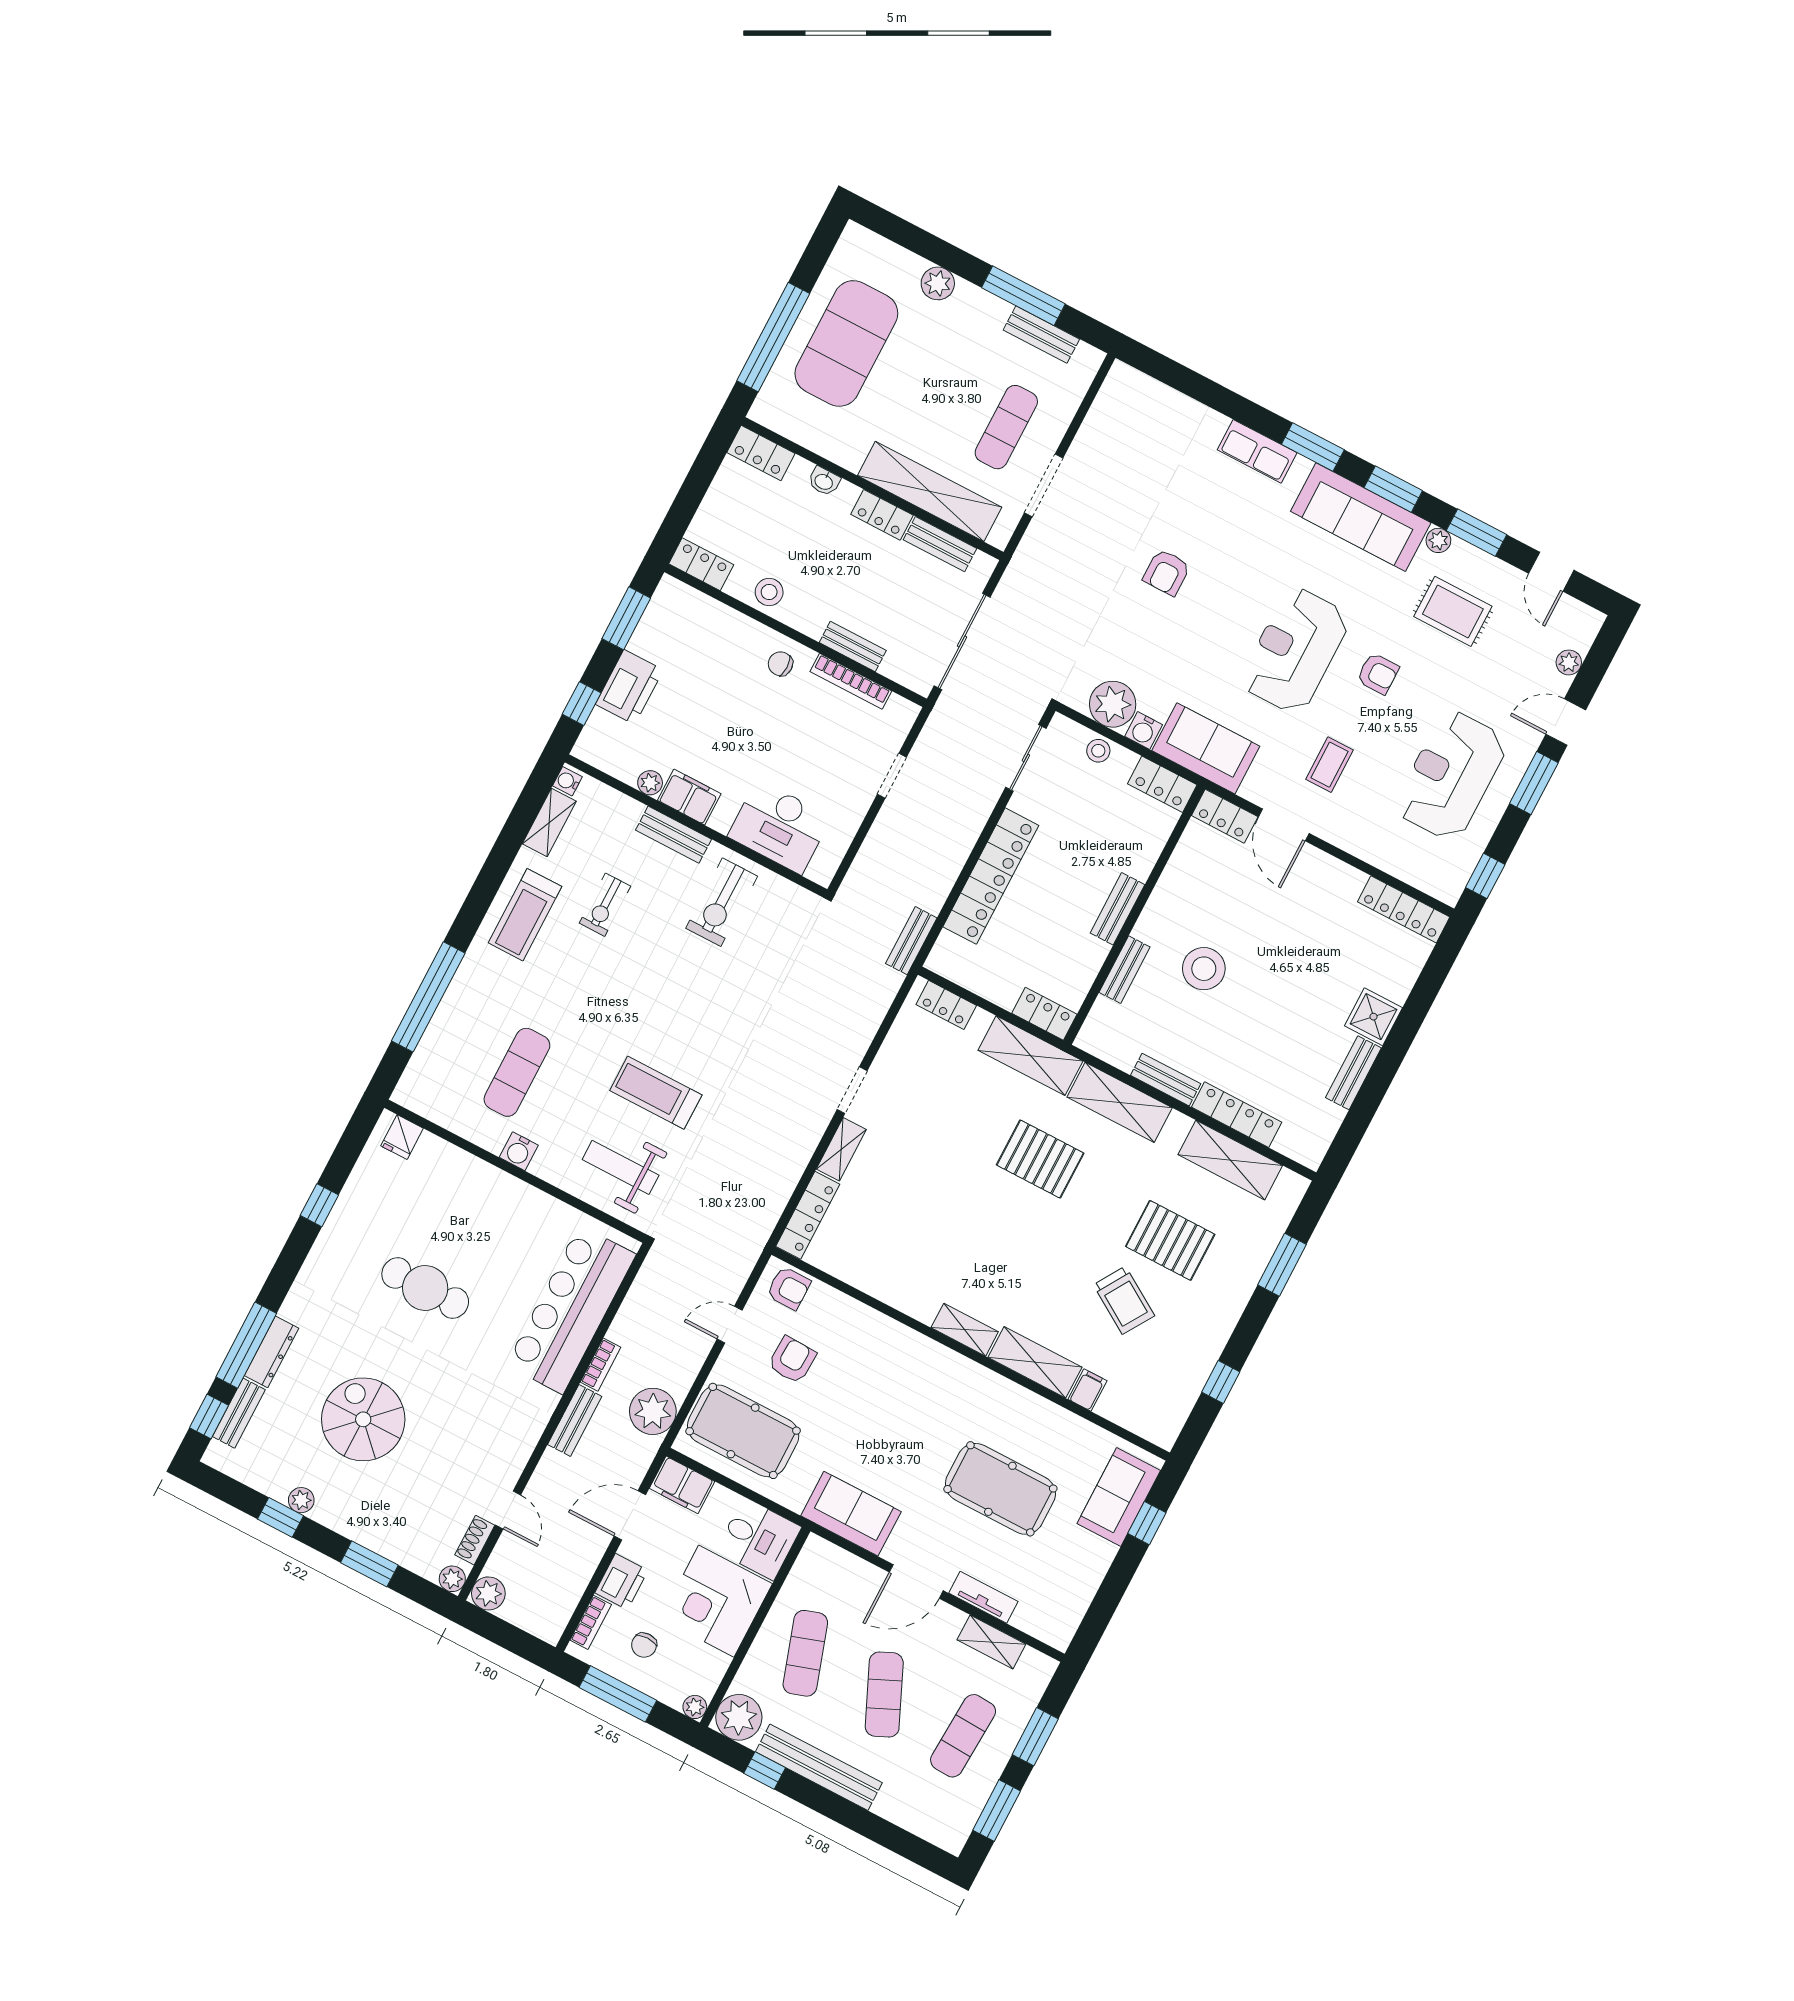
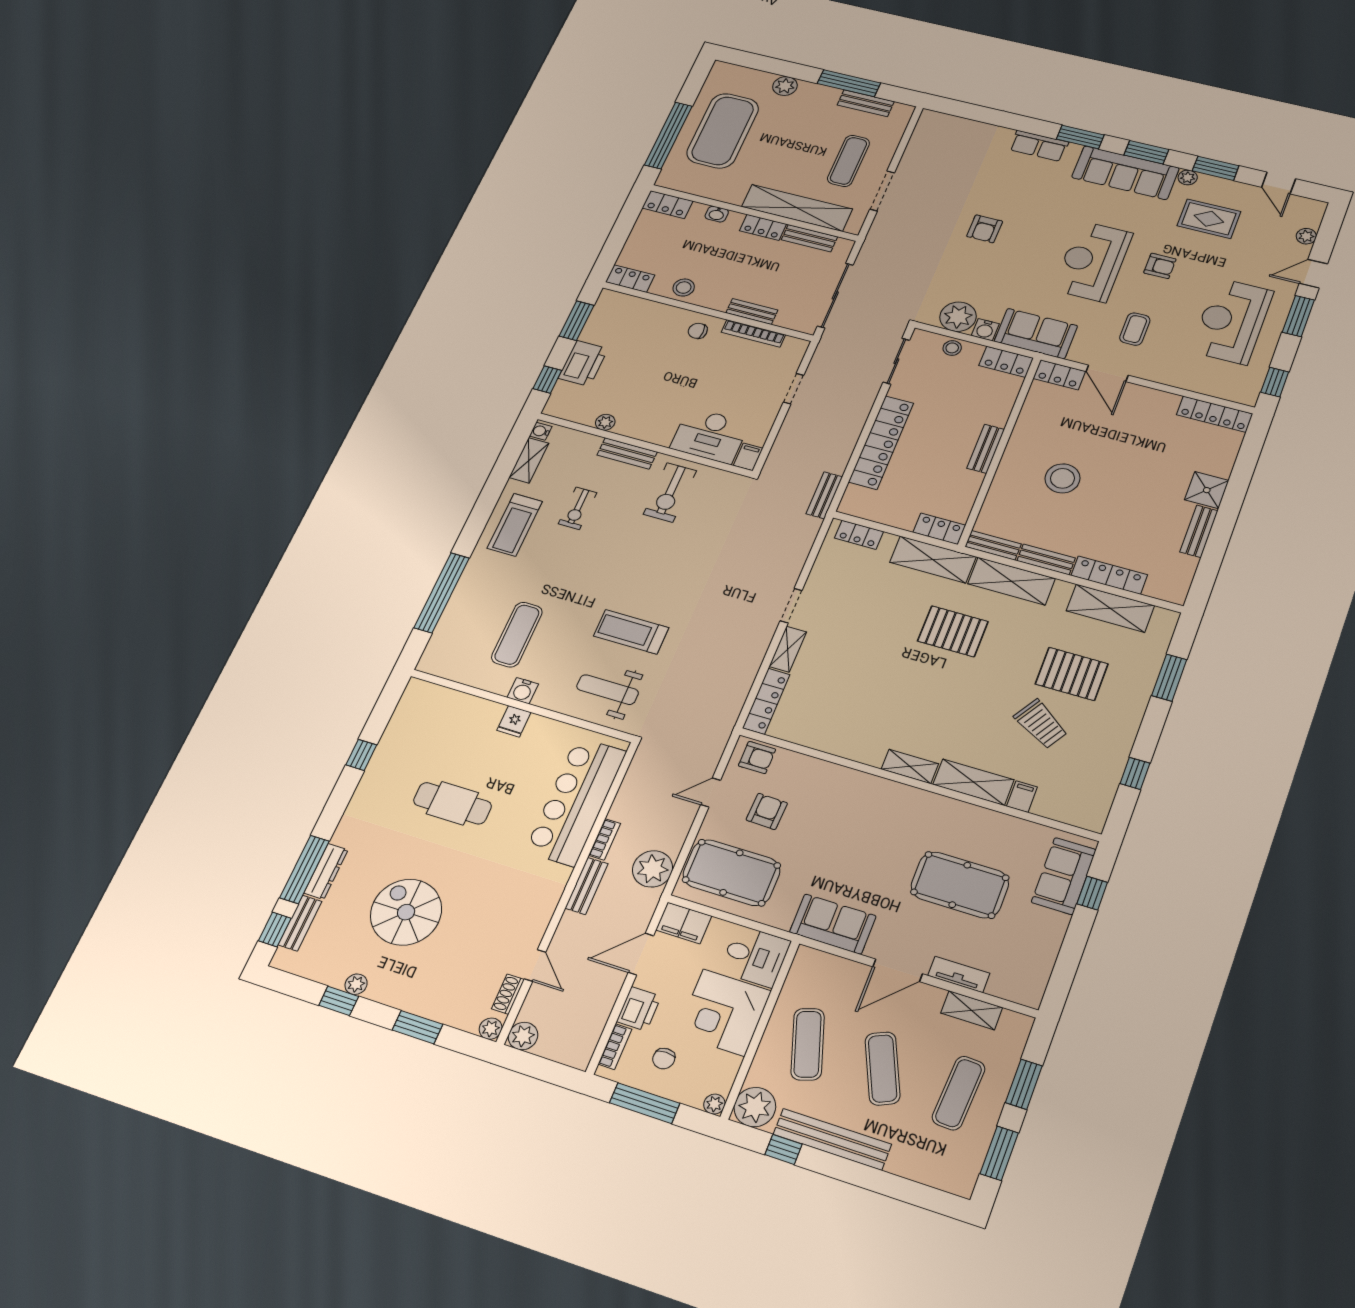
filing cabinet: (689, 797) -> (748, 457), moved, width x0.50
bench: (1125, 970) -> (993, 545), moved, turned 90
fridge: (402, 1137) -> (514, 721), moved

